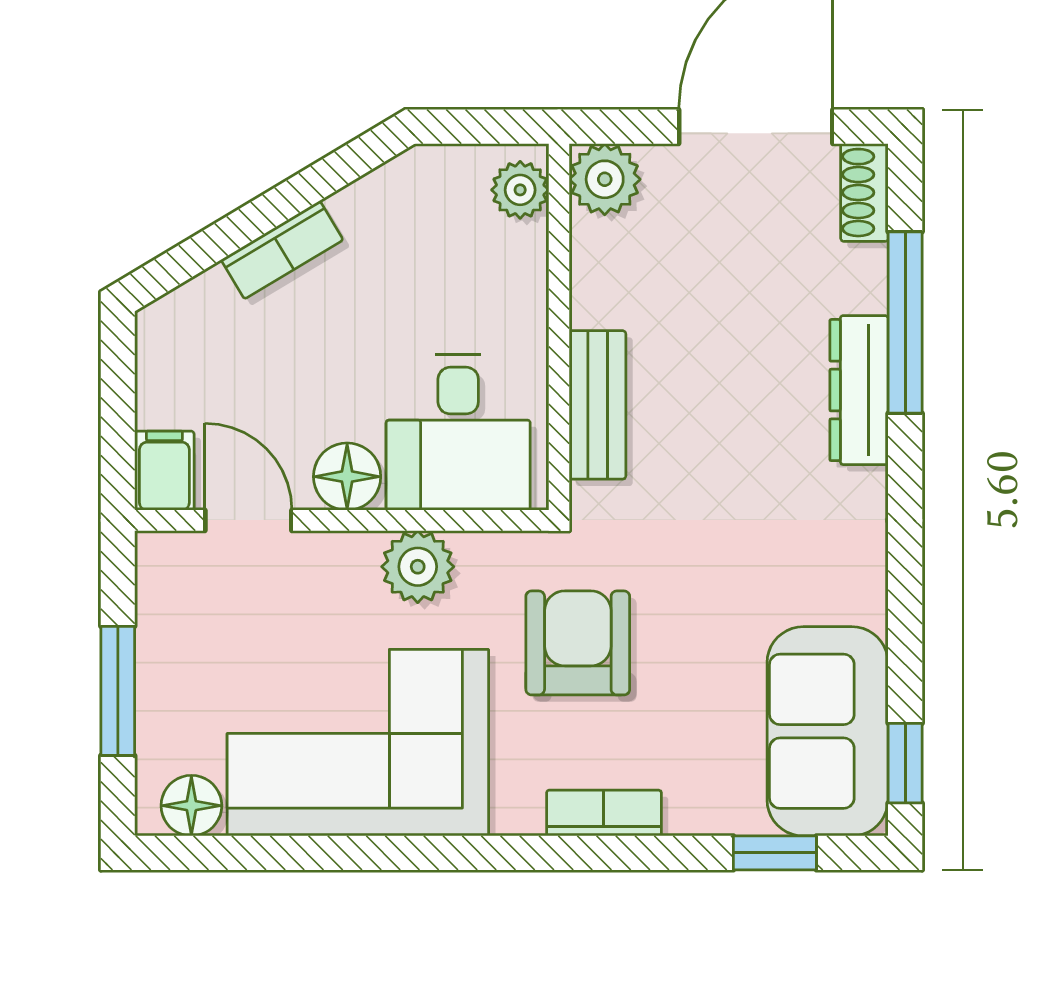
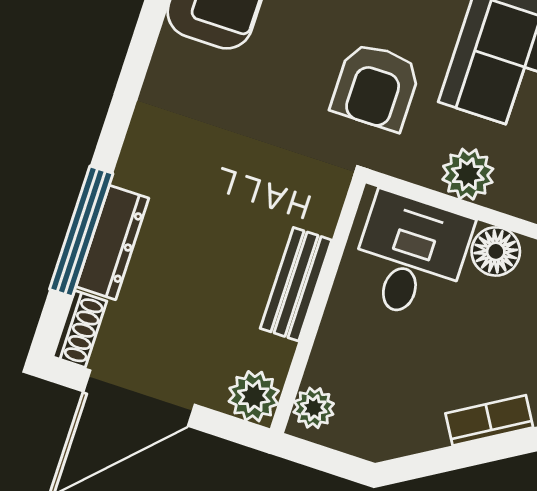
dresser: (859, 390) -> (112, 242), moved
bench: (597, 405) -> (296, 284), moved

